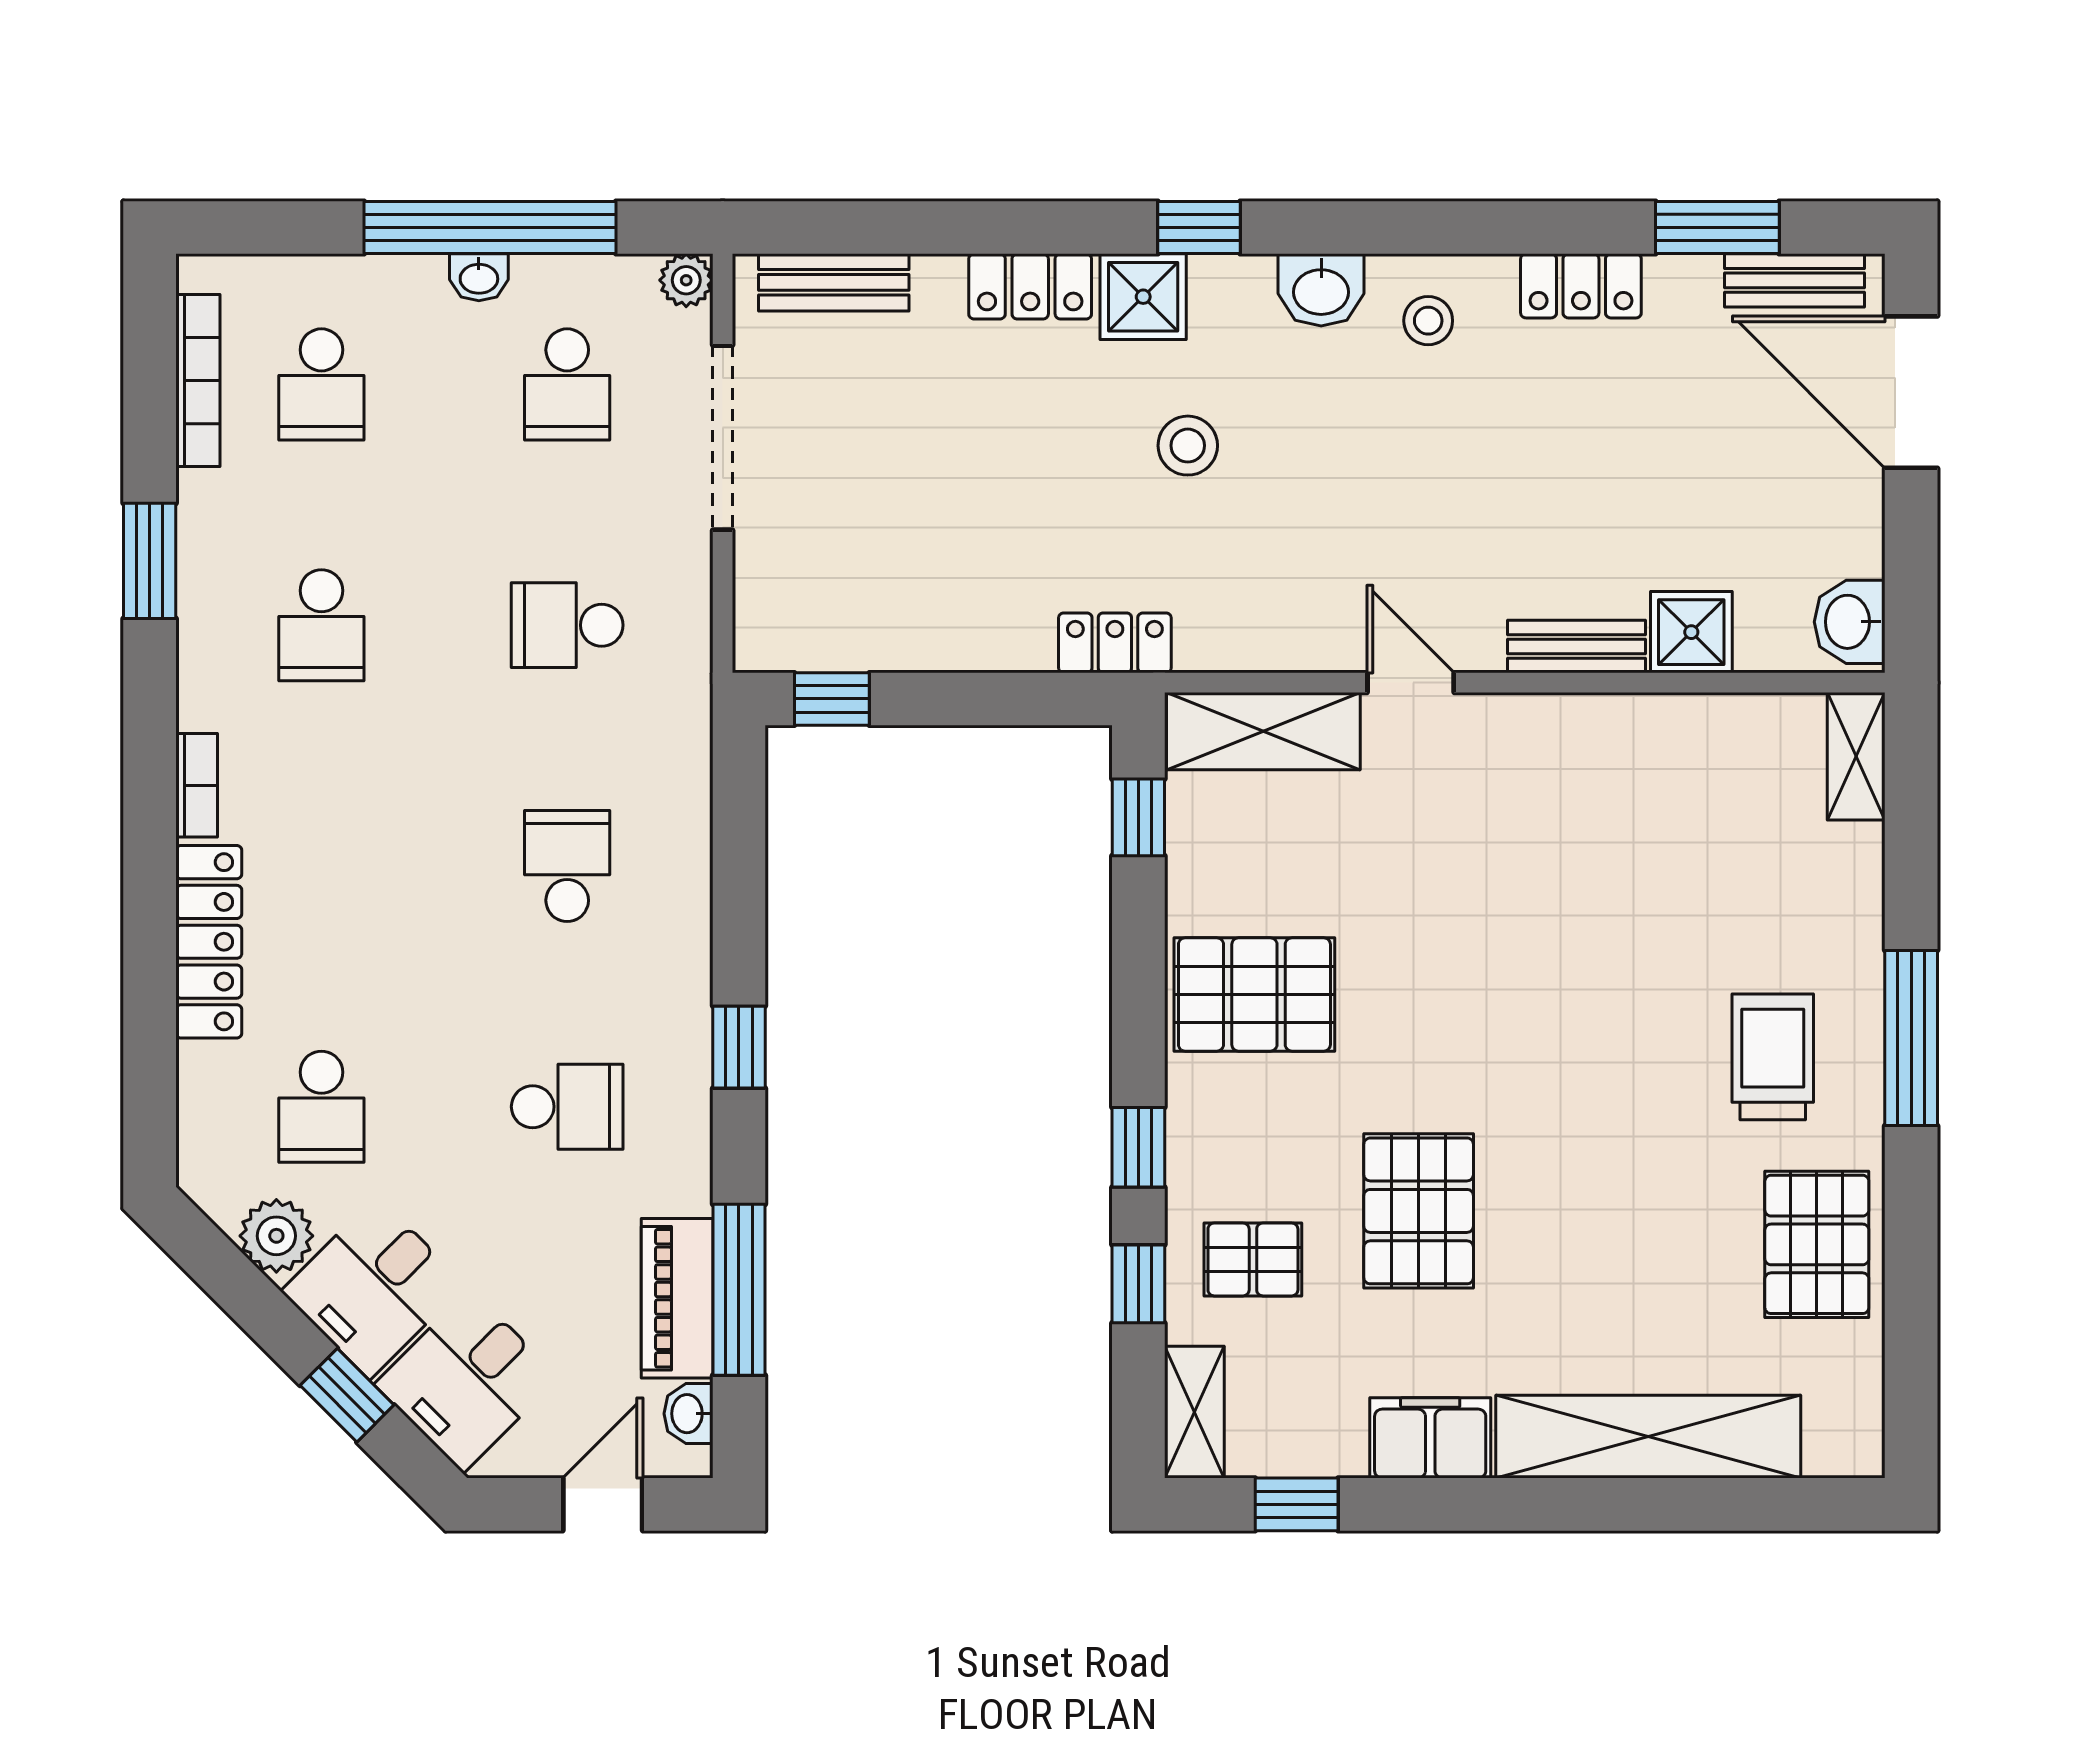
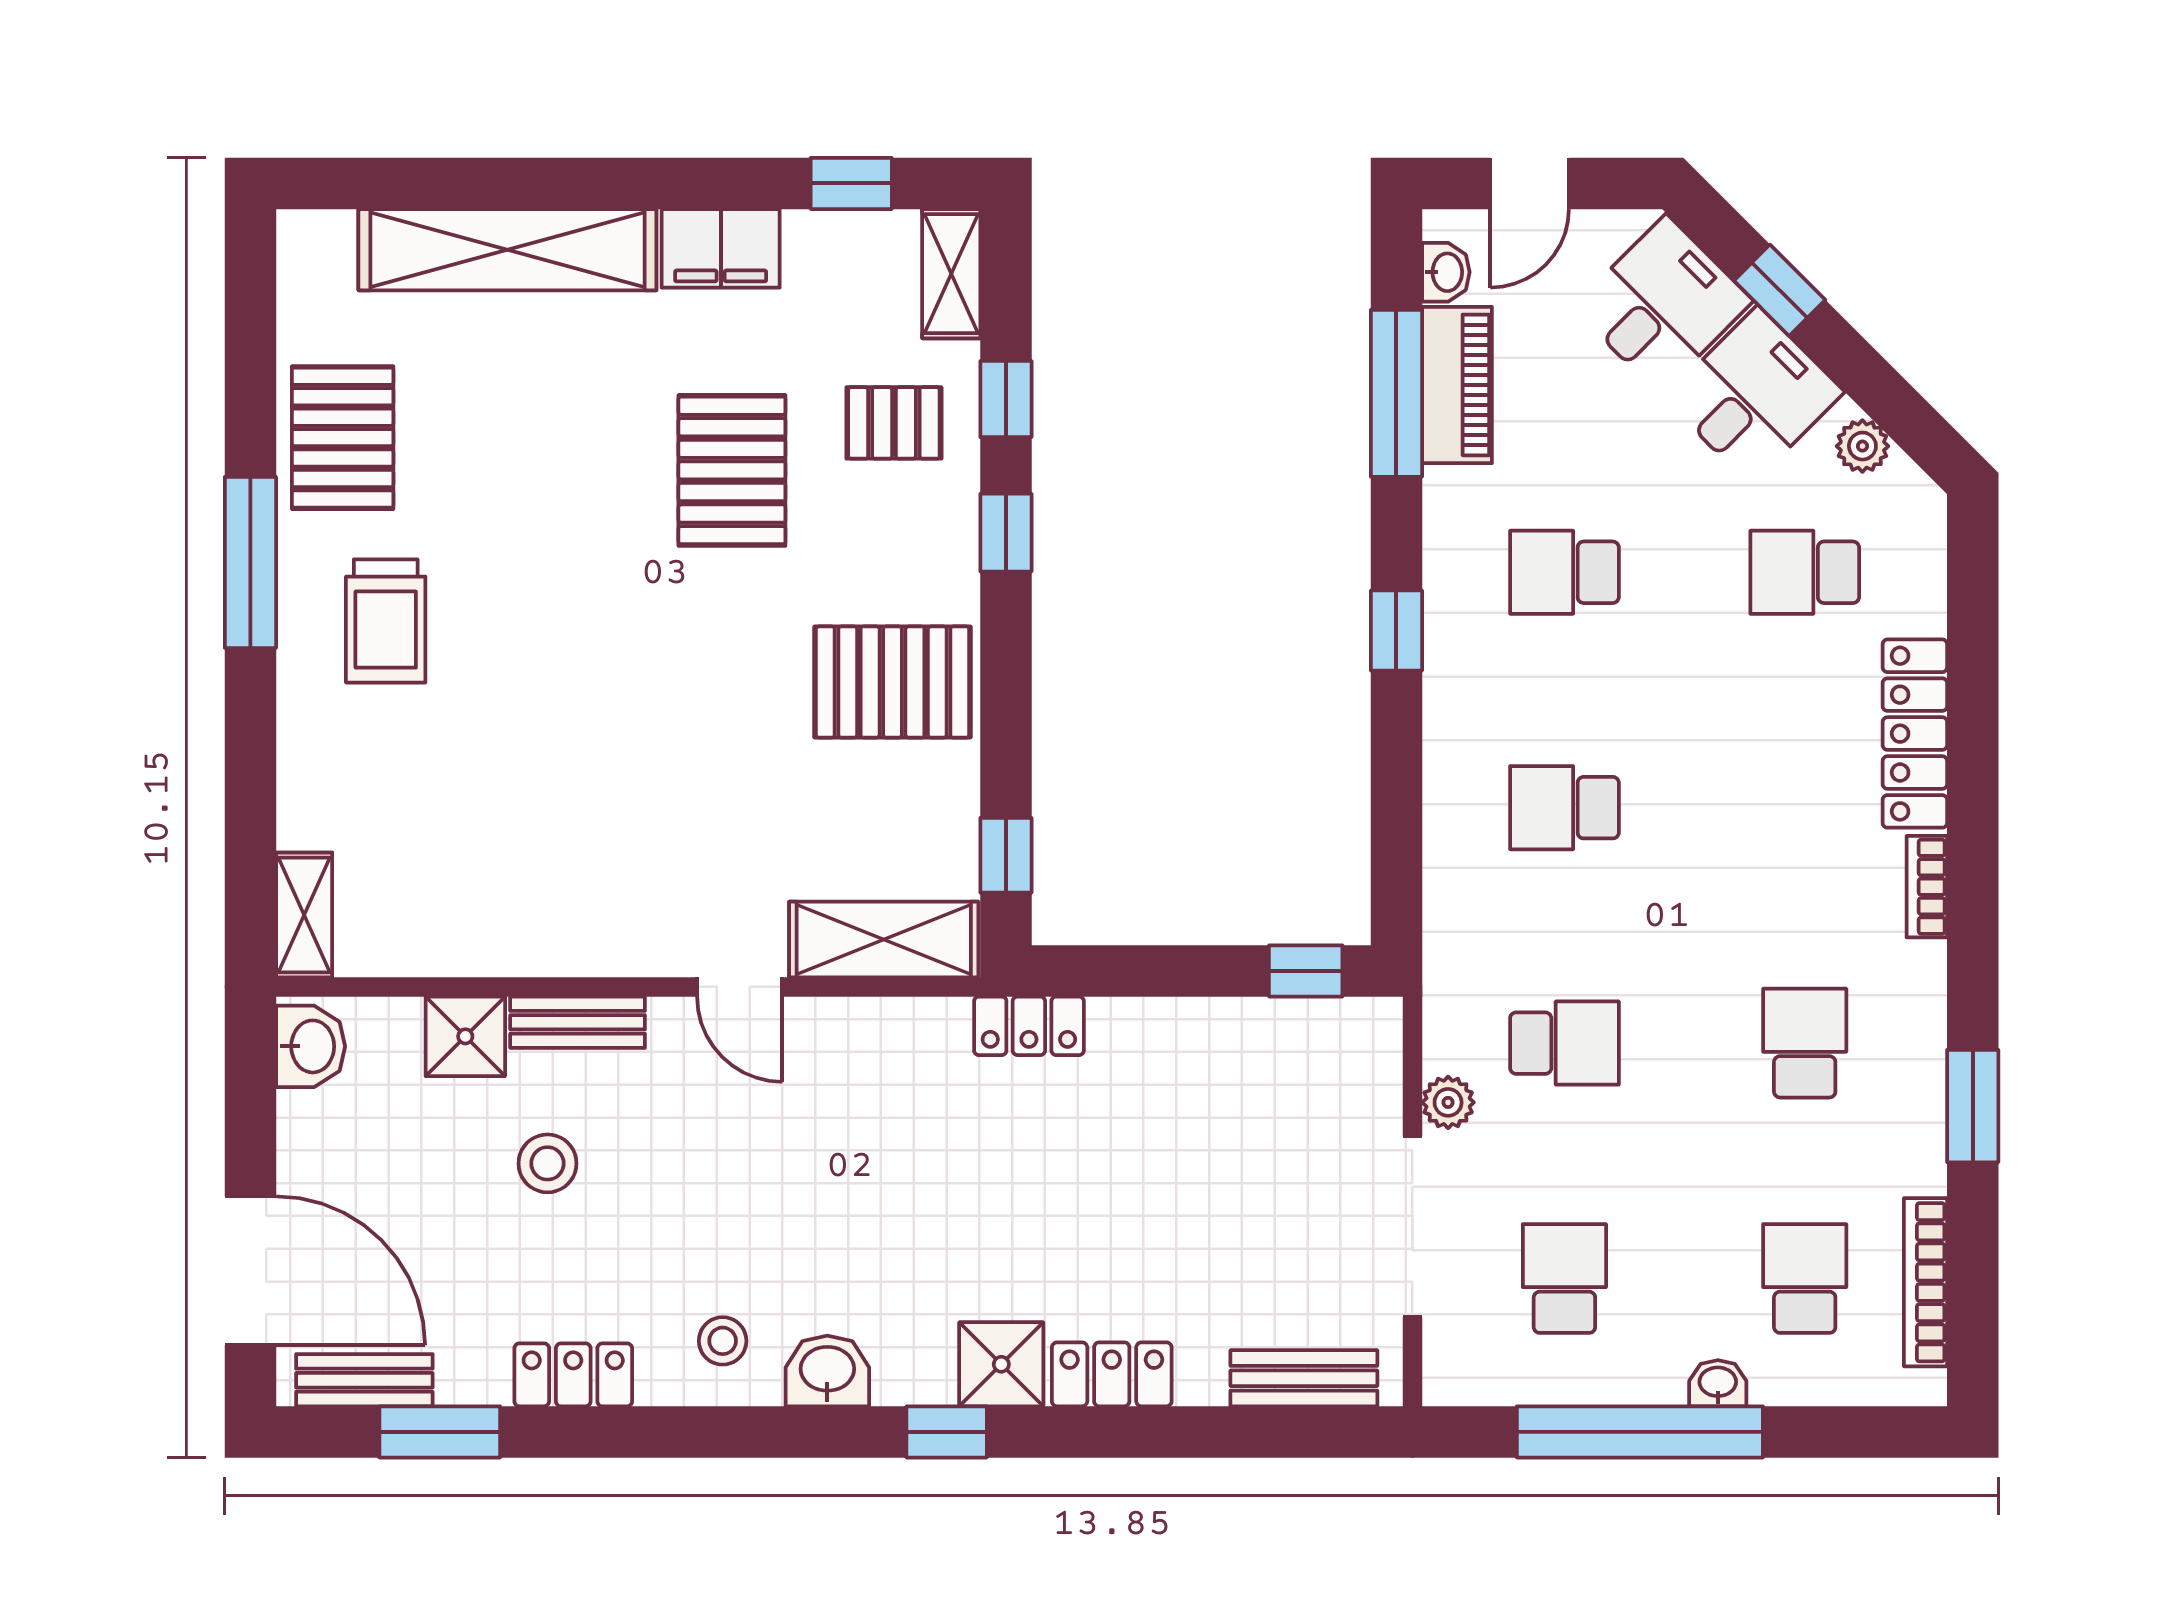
washbasin: (479, 277) -> (1718, 1383), moved
plant: (686, 280) -> (1448, 1102), moved
stool: (1188, 446) -> (547, 1163), moved
school desk: (567, 866) -> (1564, 808), turned 90
window: (1911, 1038) -> (250, 562), moved
school desk: (321, 1107) -> (1805, 572), turned -90
plant: (276, 1236) -> (1862, 446), width x0.73, depth x0.73

